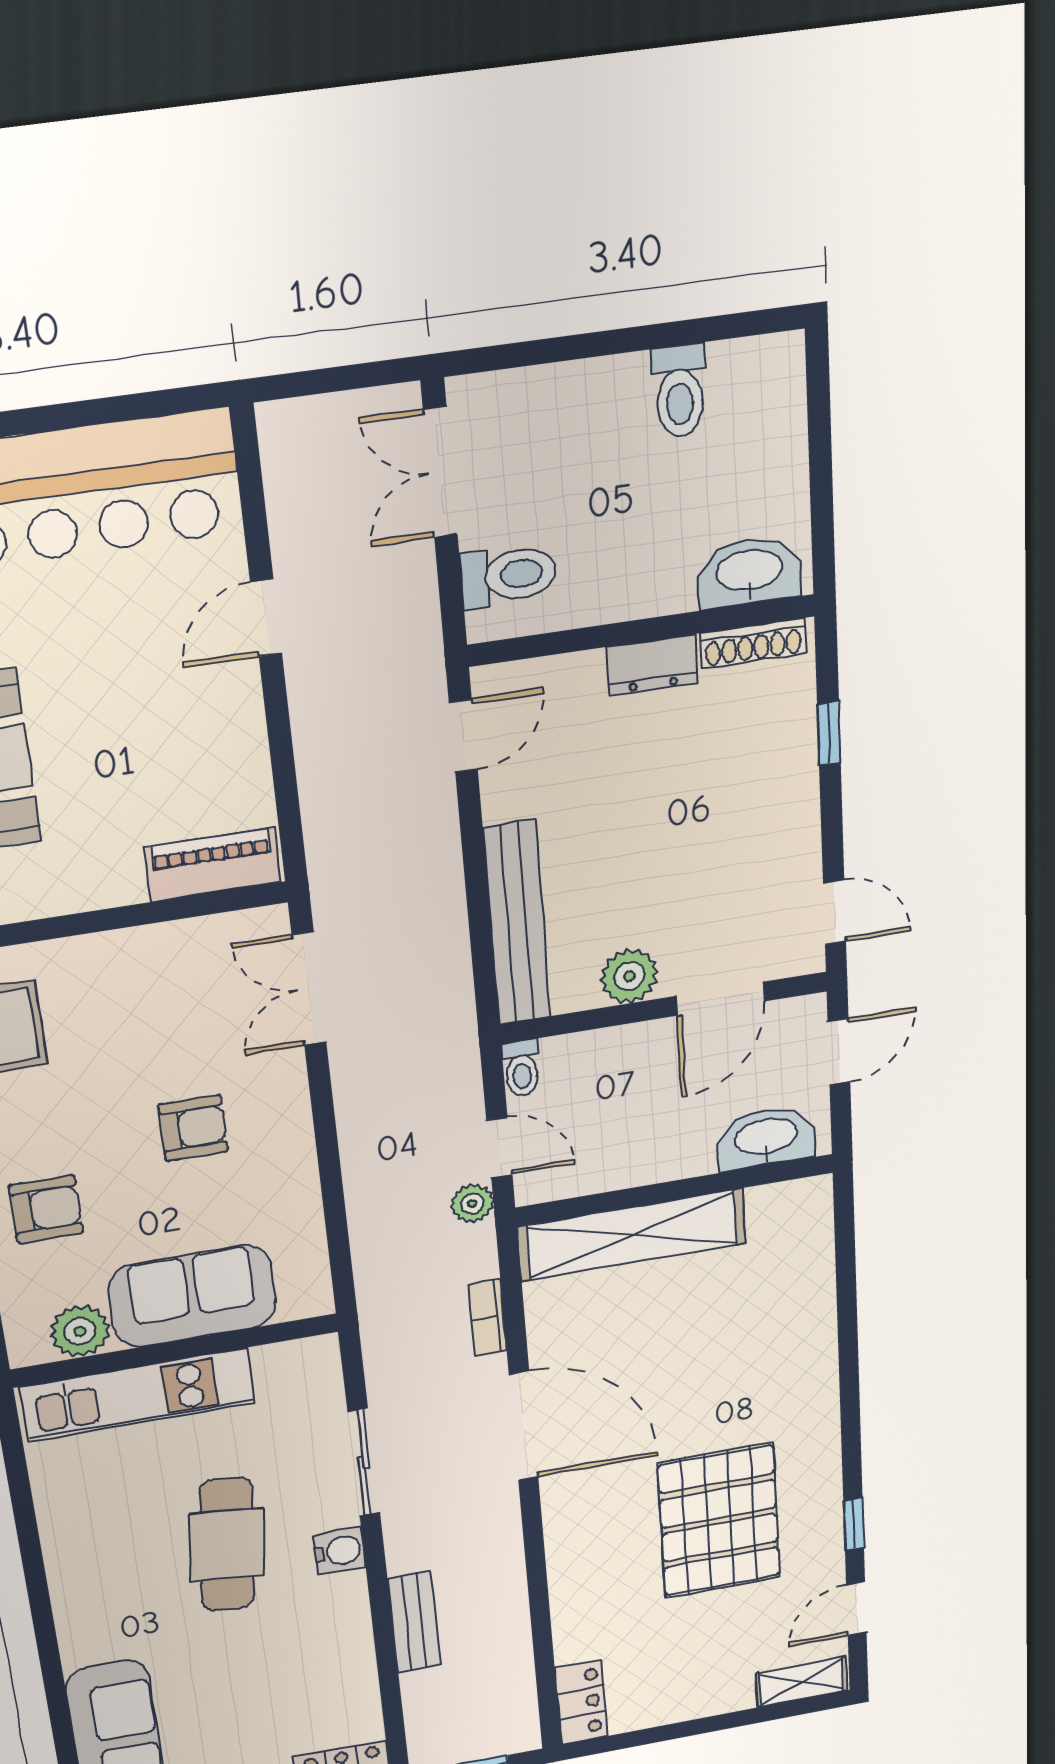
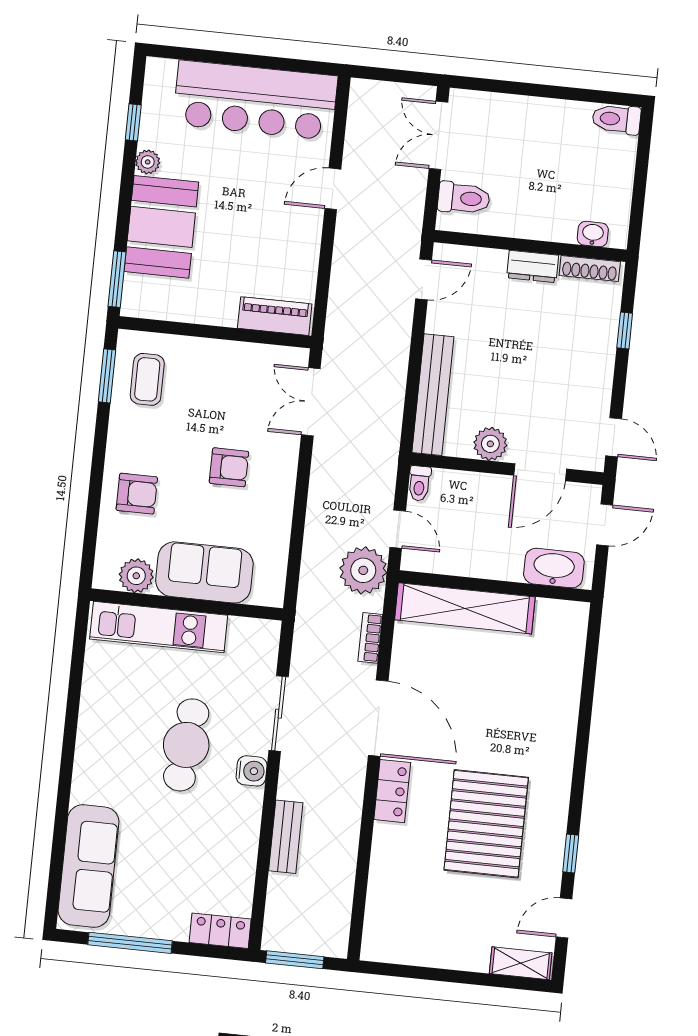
toilet: (679, 391) -> (616, 119), moved, turned 90
washbasin: (749, 572) -> (593, 234), width x0.52, depth x0.69
plant: (472, 1204) -> (363, 570), width x1.87, depth x1.87
locker: (581, 1702) -> (392, 791), moved

